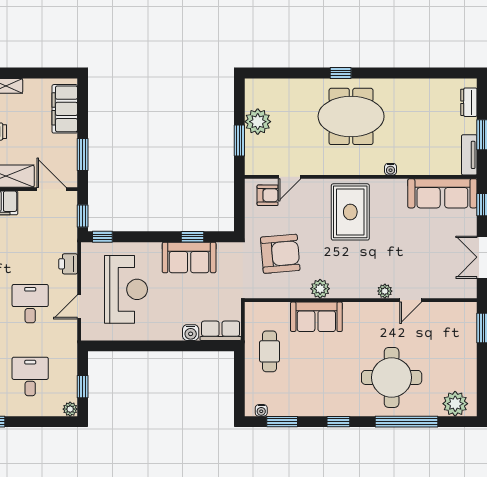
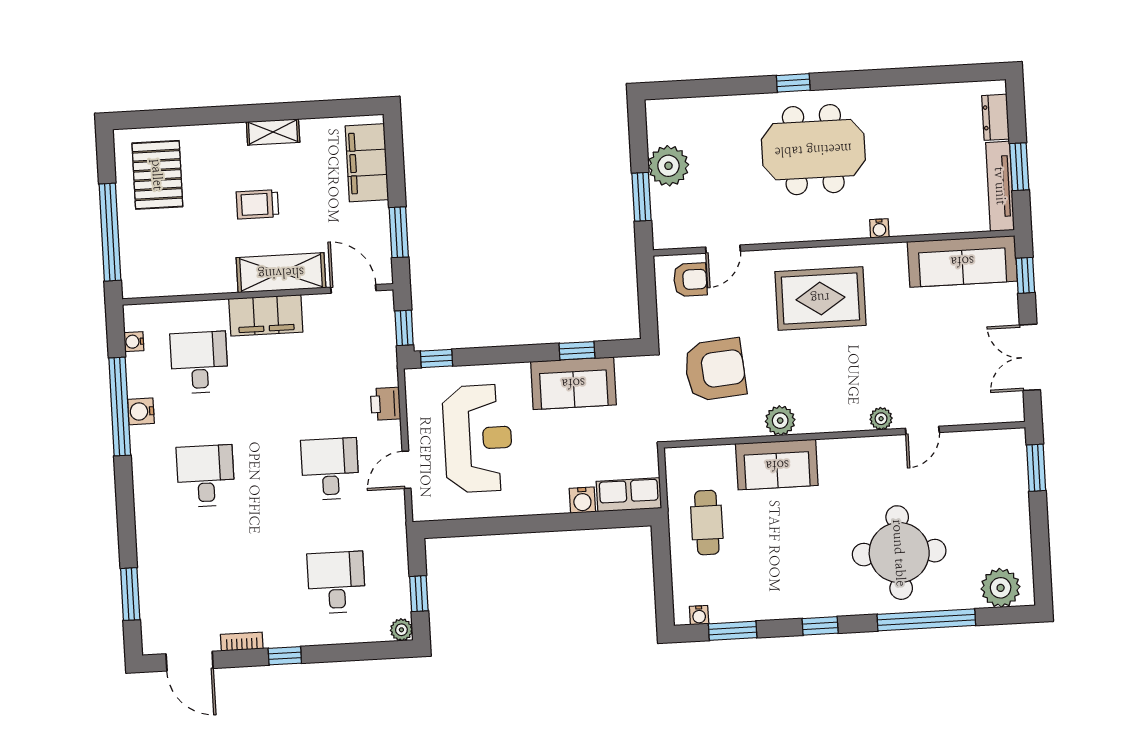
tv unit: (469, 155) -> (1000, 186), width x1.41
rug: (350, 212) -> (820, 298), turned 90

